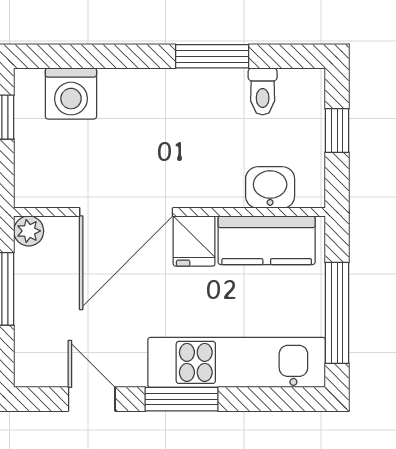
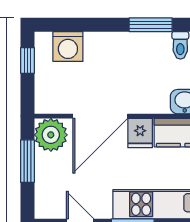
plant: (29, 231) -> (51, 135), width x1.88, depth x1.88

